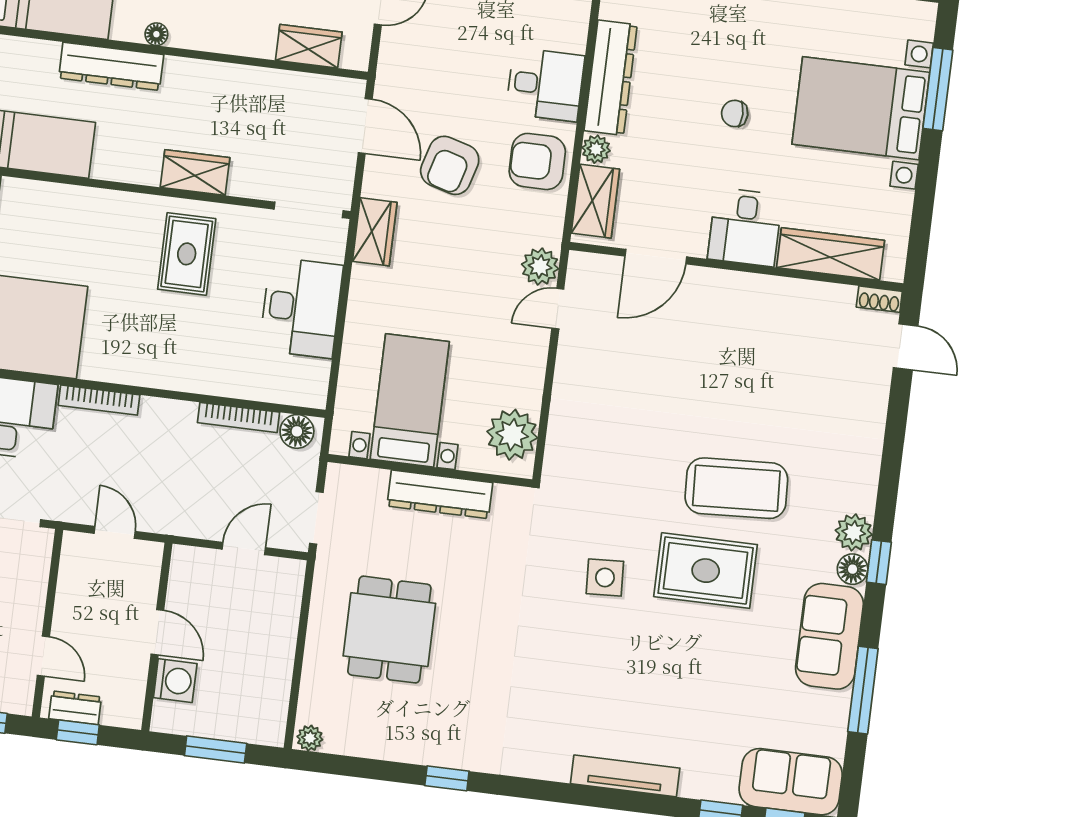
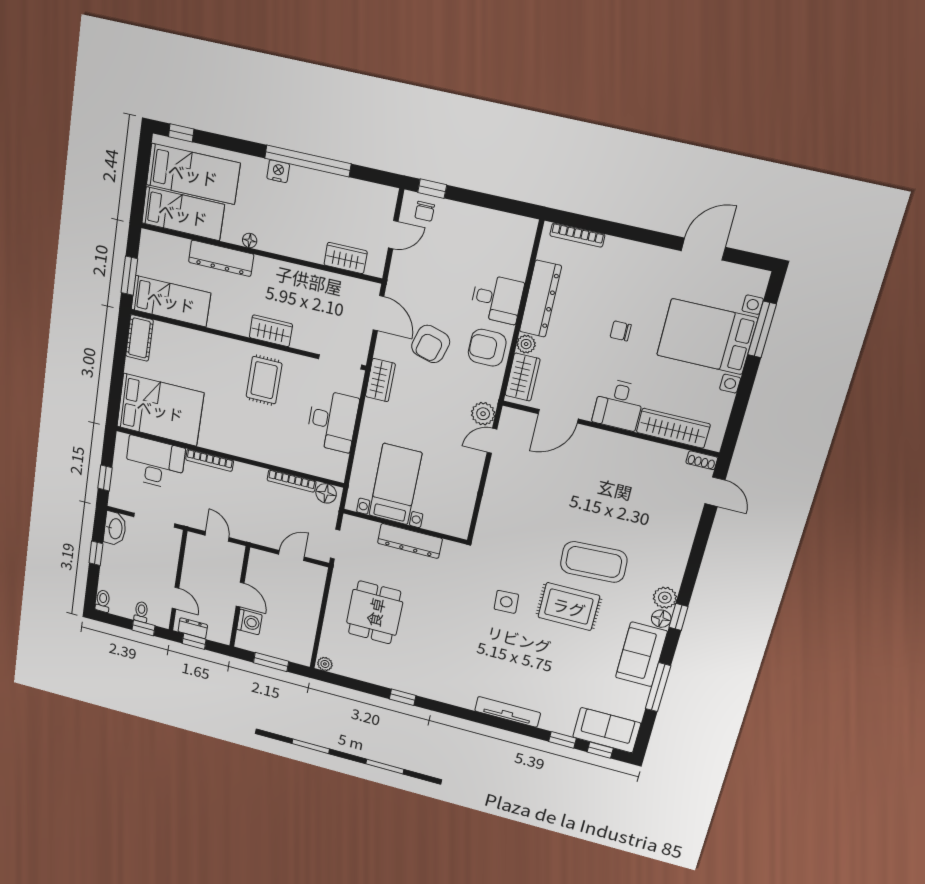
plant: (512, 435) -> (457, 512), removed

